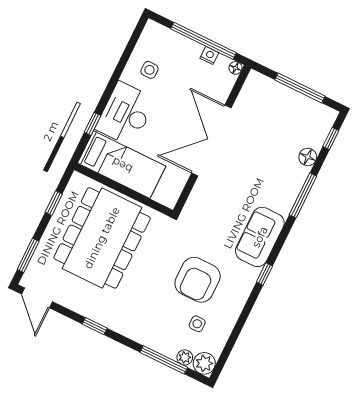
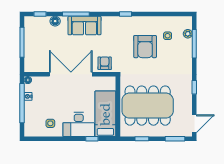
double door: (211, 140) -> (71, 74), swing flipped
armchair: (203, 203) -> (105, 63), added
sofa: (260, 237) -> (84, 26), moved
armchair: (198, 280) -> (145, 47), turned 90
plant: (204, 363) -> (186, 22), removed

